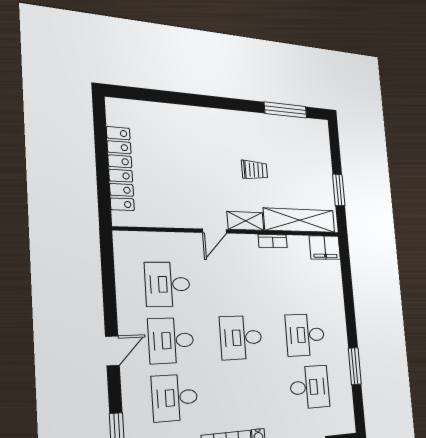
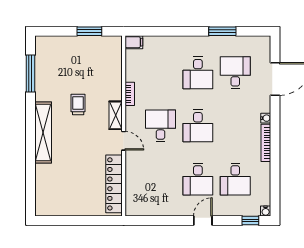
locker: (120, 169) -> (114, 184), moved, turned -90
shelving: (300, 220) -> (43, 133), moved
filing cabinet: (325, 248) -> (134, 42), width x0.50
desk: (168, 284) -> (160, 126), moved, turned 180
door: (112, 351) -> (203, 221), hinge flipped

